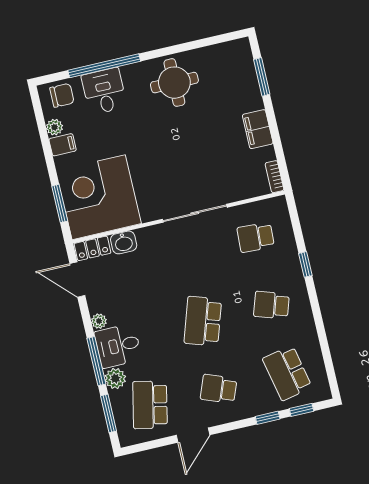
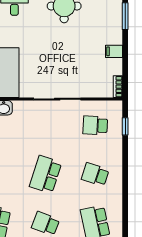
filing cabinet: (258, 129) -> (114, 51), width x0.50
window: (305, 264) -> (125, 126), moved

